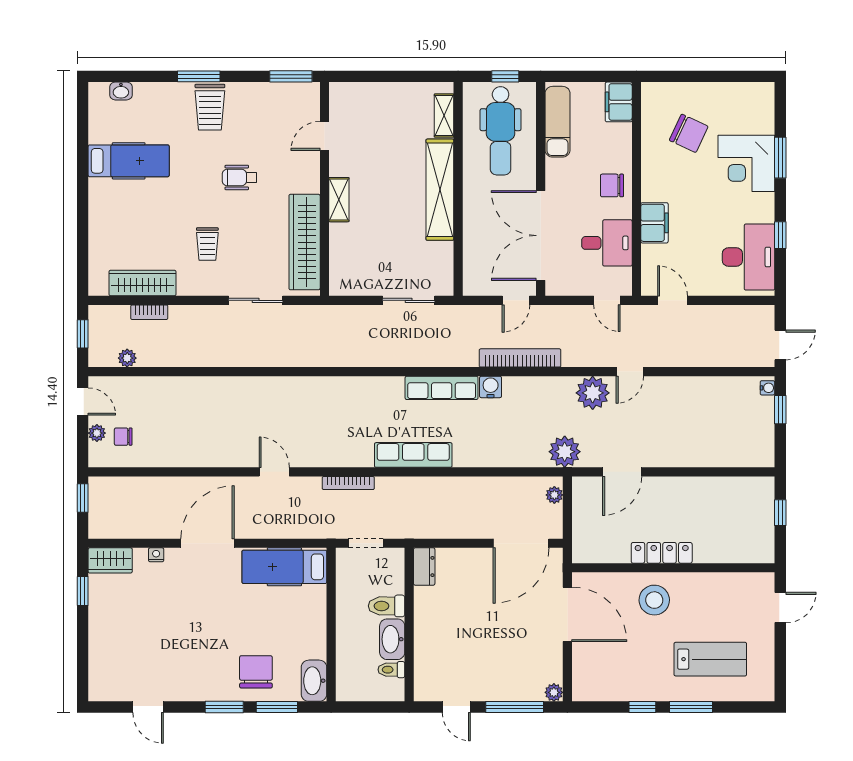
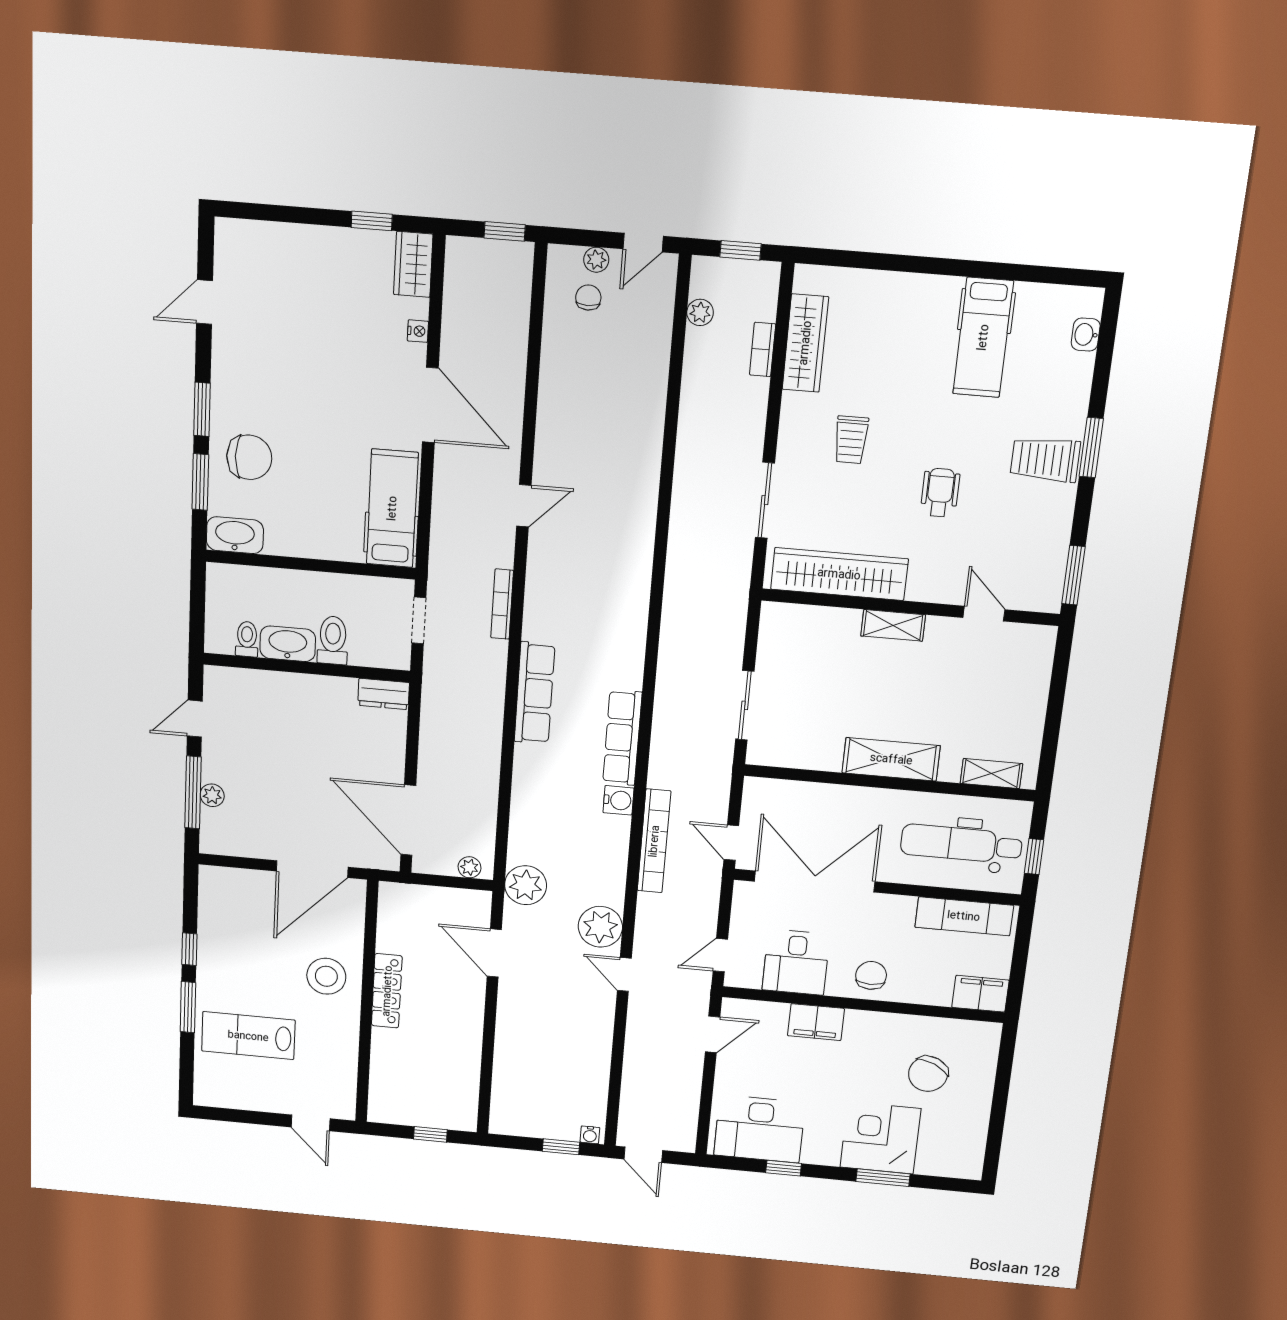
shelving: (440, 190) -> (891, 759), width x0.68
trolley: (207, 244) -> (851, 440), turned -90
lab bench: (710, 659) -> (248, 1036), turned 90
plant: (554, 692) -> (212, 795), moved

